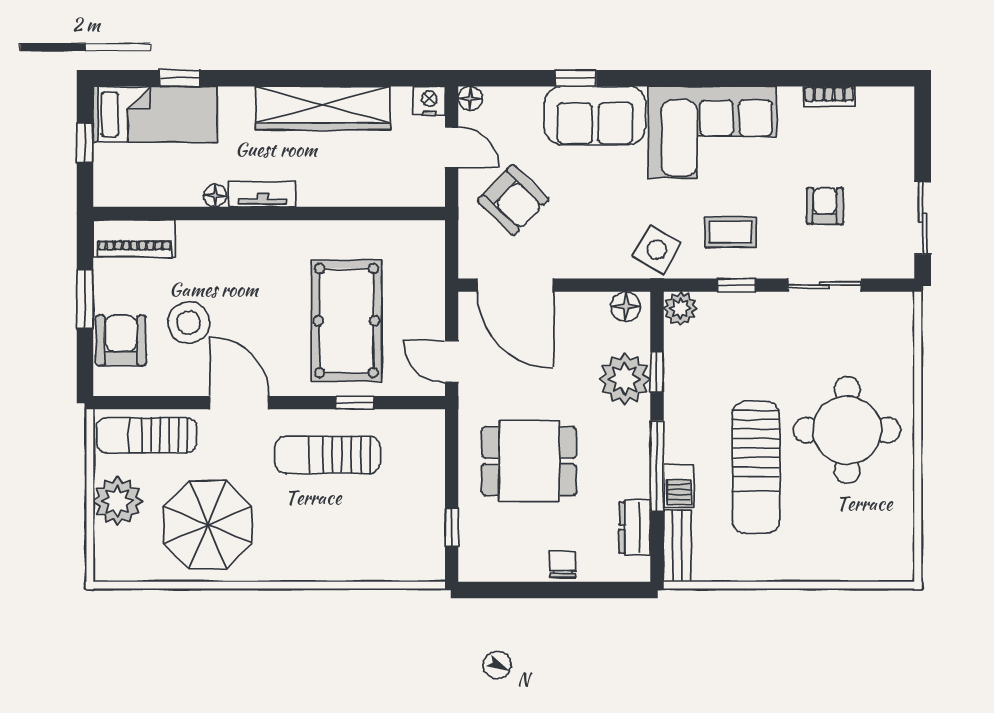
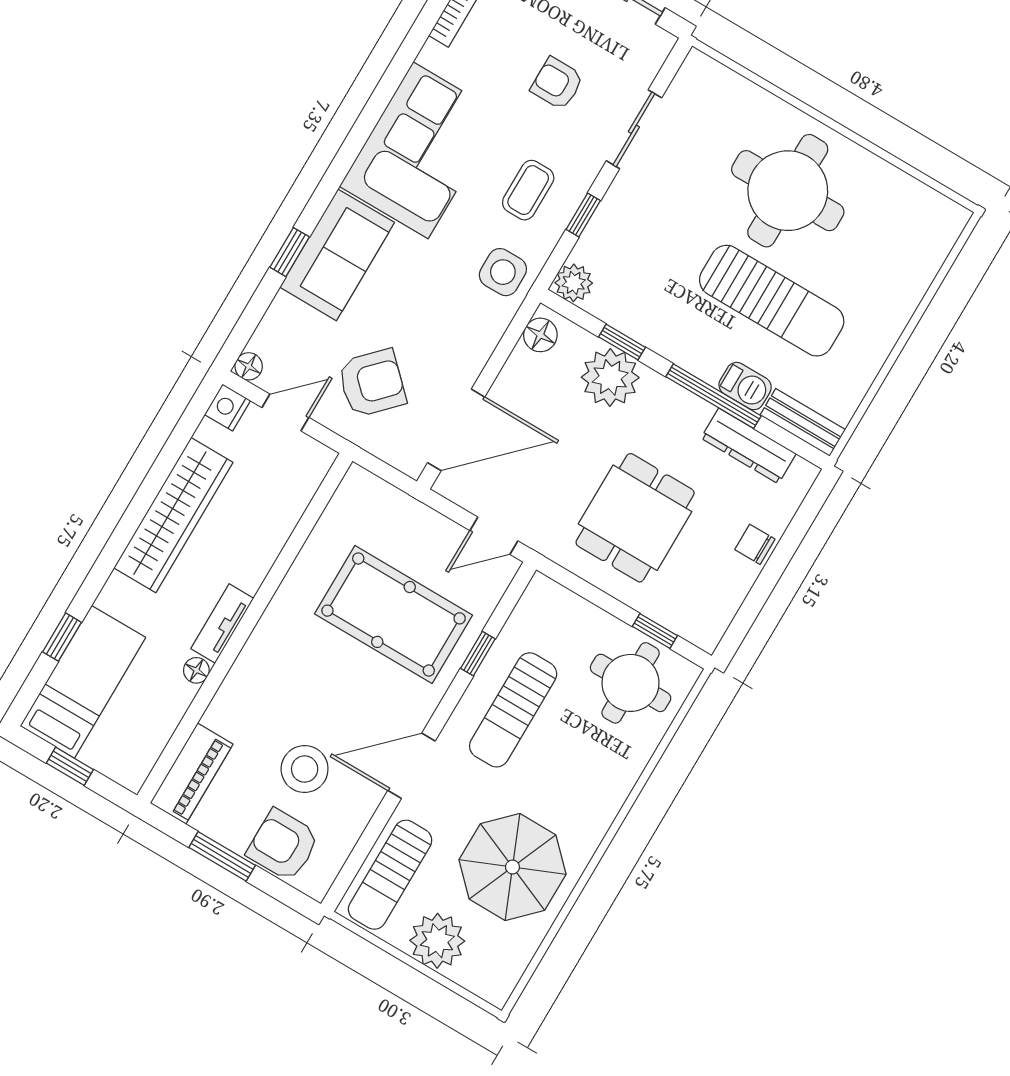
side table: (657, 250) -> (503, 272), turned -30
dresser: (635, 527) -> (748, 446), width x1.44
round table: (401, 532) -> (631, 683), added

